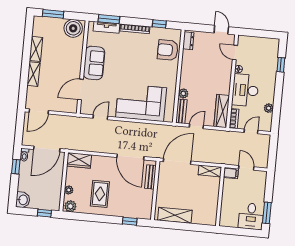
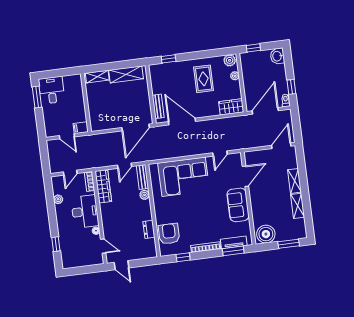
dresser: (188, 41) -> (149, 229), moved
armchair: (168, 50) -> (169, 234), turned -90
shelving: (210, 171) -> (97, 77), moved

